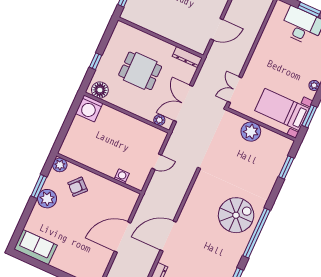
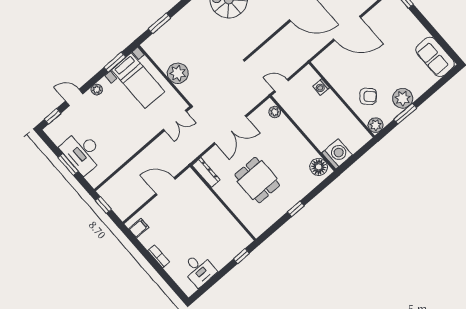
floor lamp: (100, 90) -> (319, 167), moved
washing machine: (89, 108) -> (337, 154), moved
wall: (127, 113) -> (303, 133), moved
plant: (159, 120) -> (275, 112), moved

